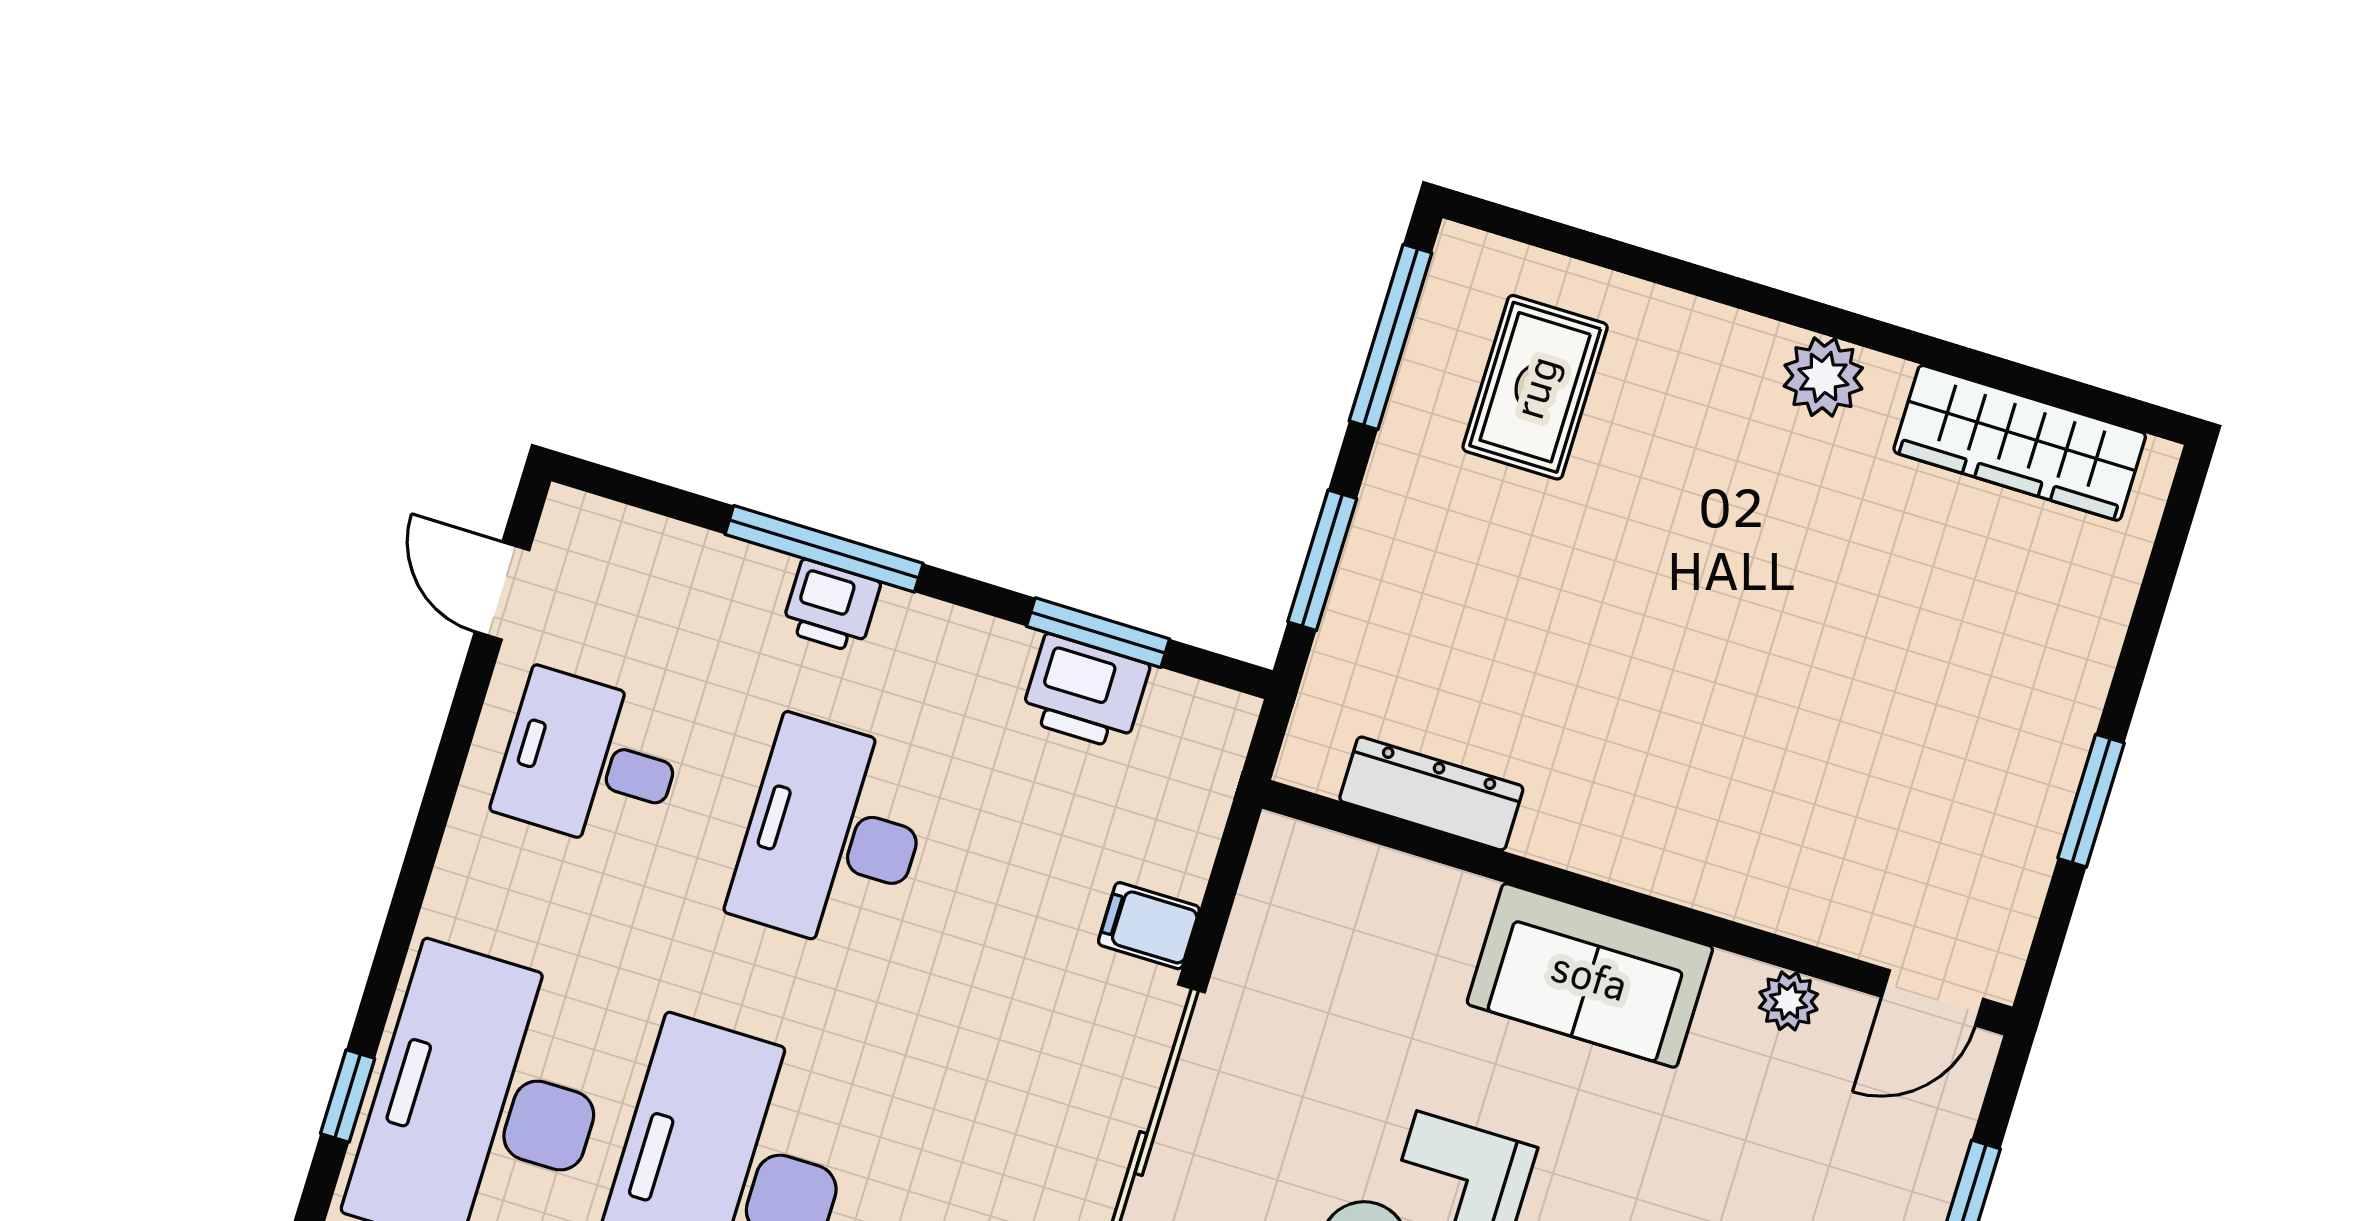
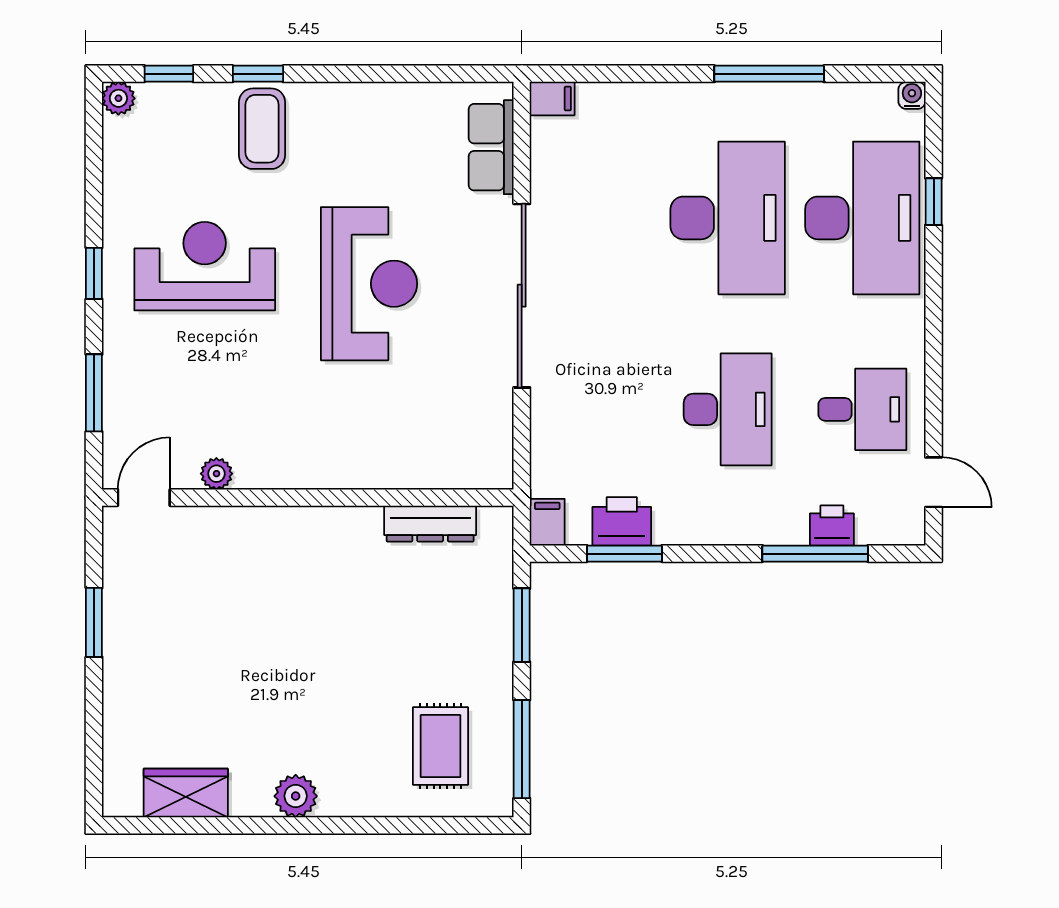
wardrobe: (2020, 443) -> (186, 793), width x0.67
window: (824, 549) -> (815, 554), moved
printer: (831, 606) -> (832, 525), moved
filing cabinet: (1149, 926) -> (547, 522), moved, turned -90
sofa: (1590, 975) -> (321, 456), removed

